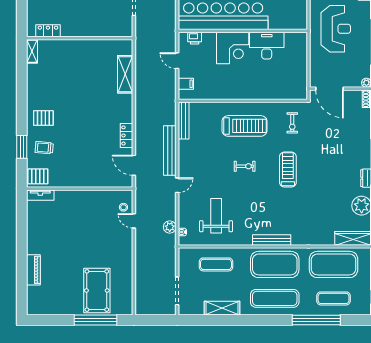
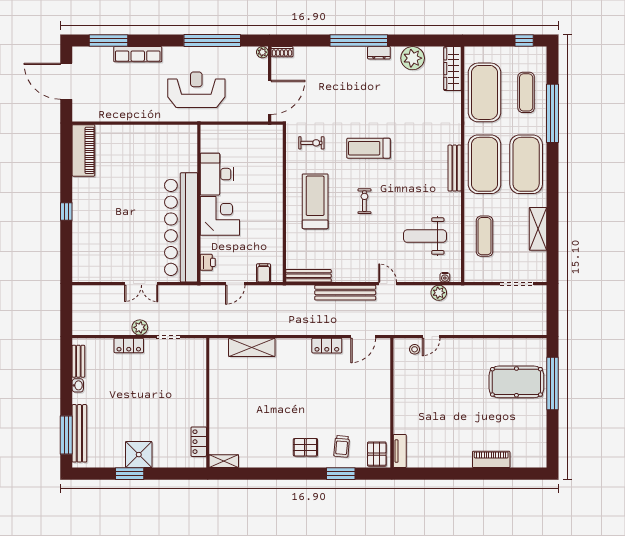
pallet: (43, 118) -> (305, 447), turned 90
exercise mat: (275, 298) -> (526, 164), width x1.47

